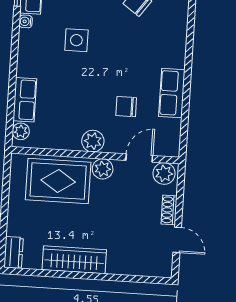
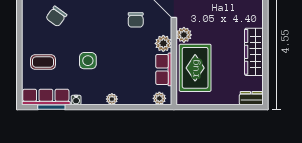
plant: (24, 69) -> (112, 99), added
row of seats: (25, 100) -> (164, 69), moved, turned -90

